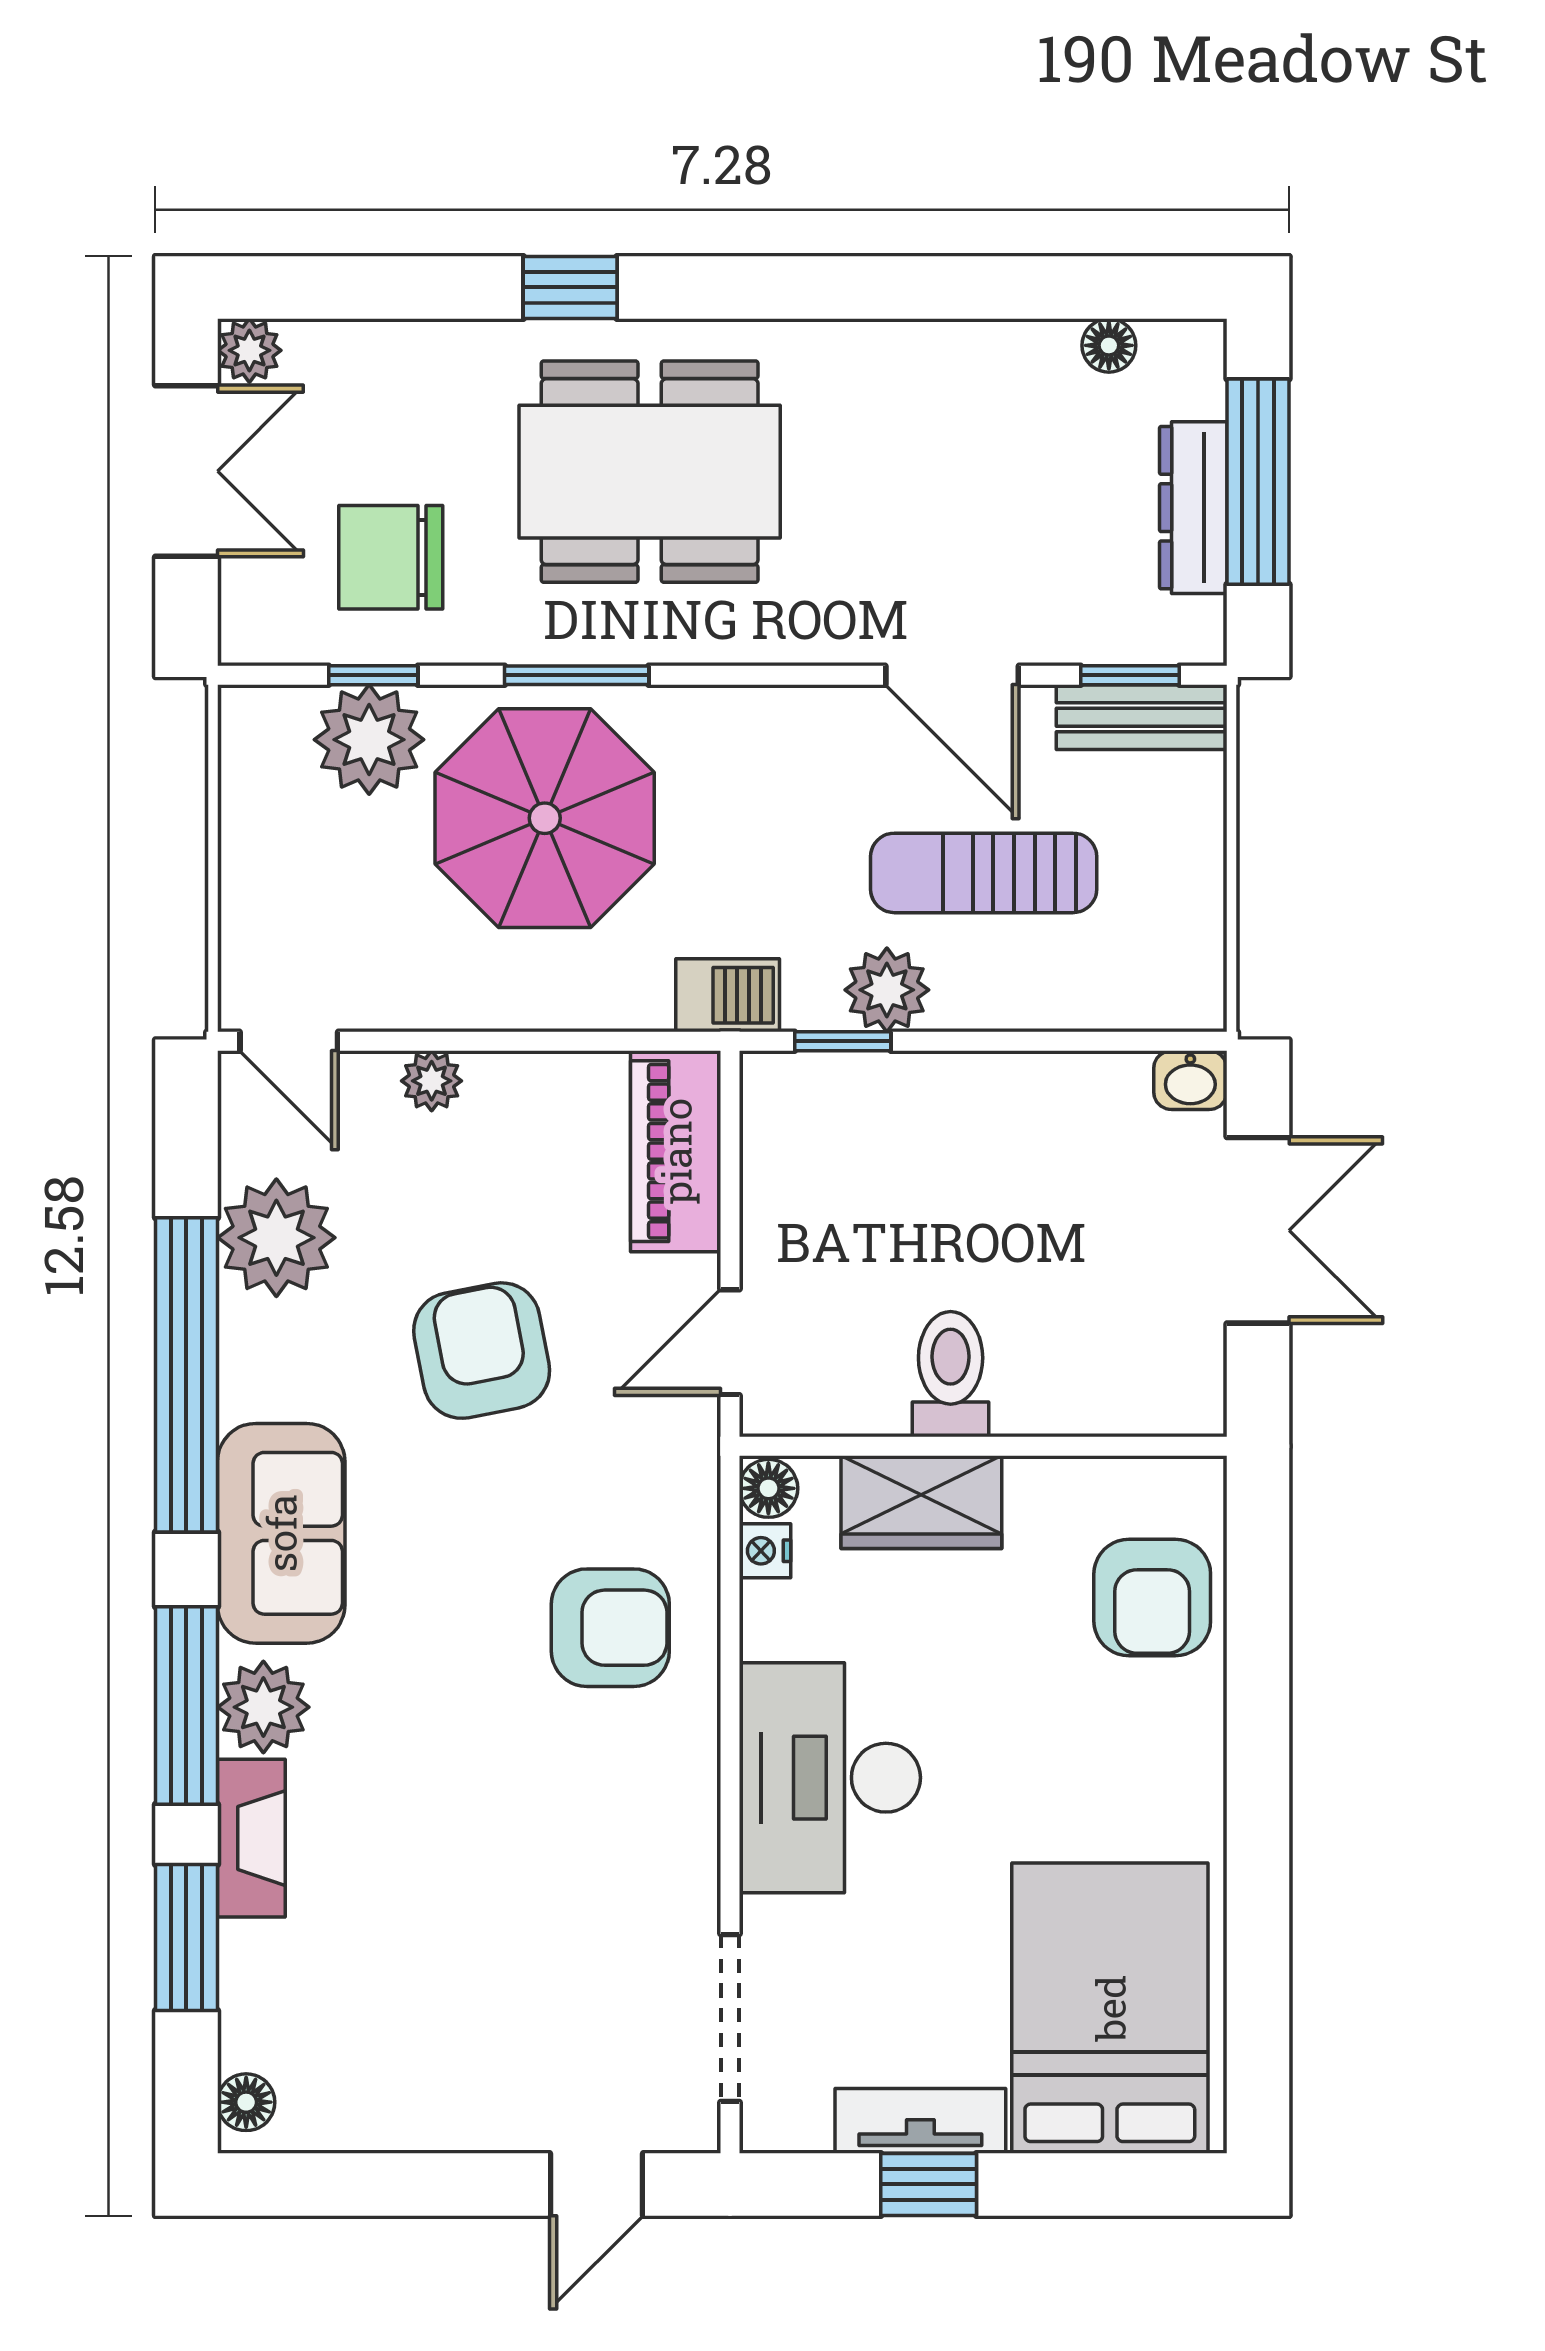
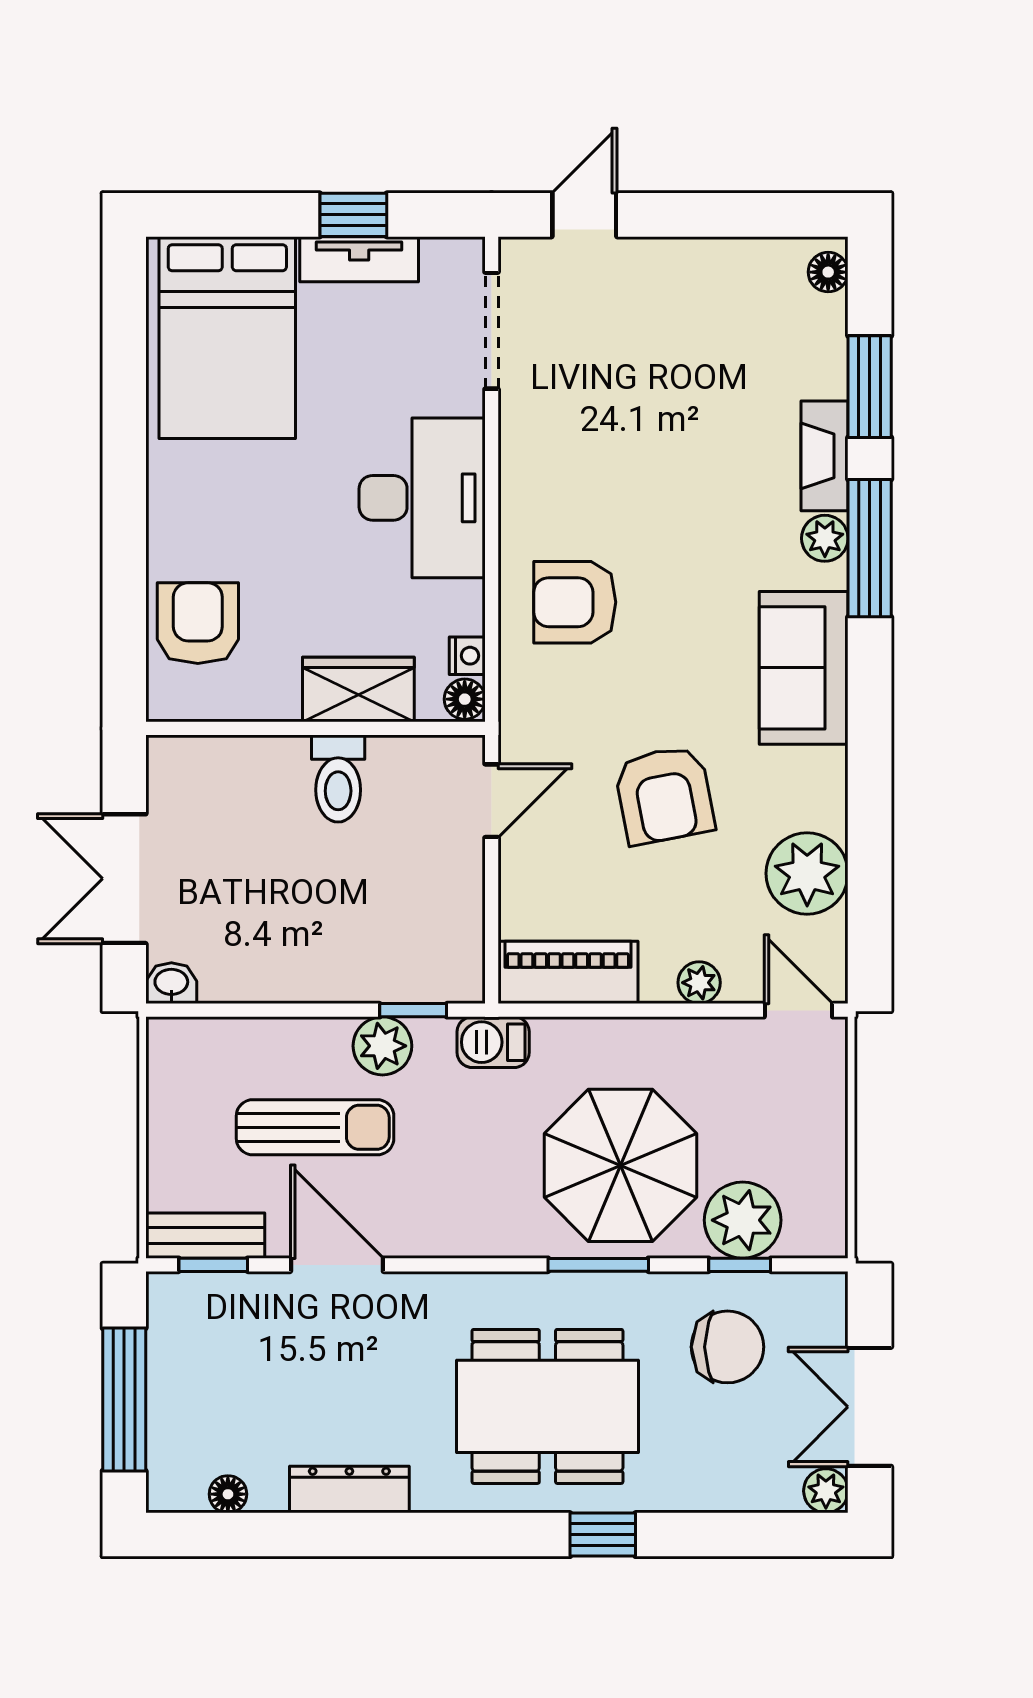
dresser: (1193, 508) -> (349, 1489), moved, turned -90
piano: (676, 1151) -> (568, 972), moved, turned -90
window: (186, 1375) -> (870, 778), removed
plant: (263, 1707) -> (825, 538), width x0.73, depth x0.73

